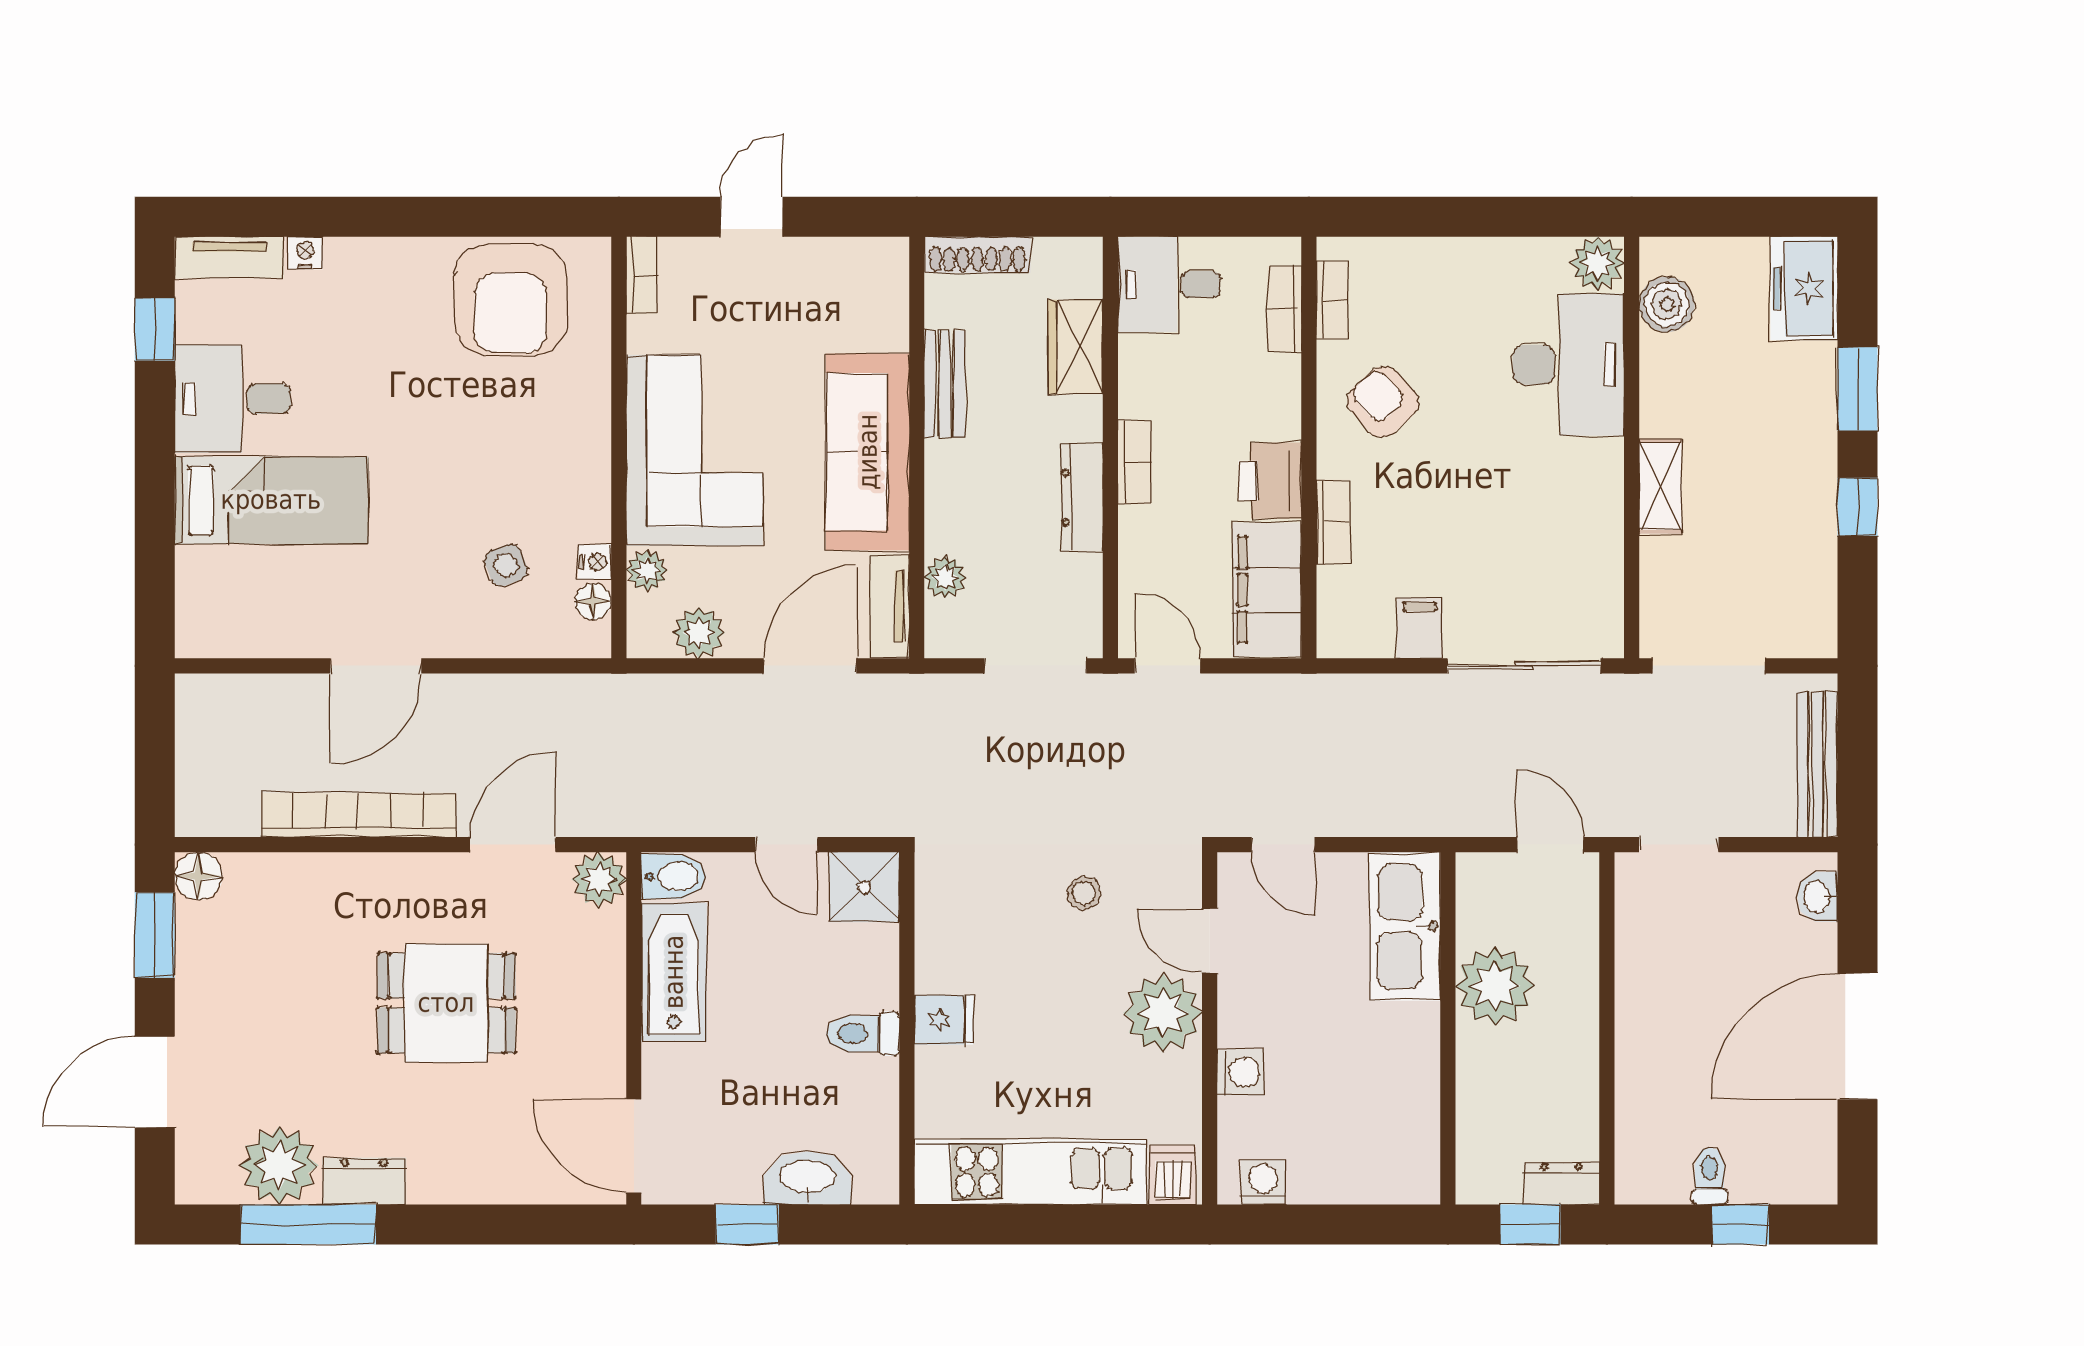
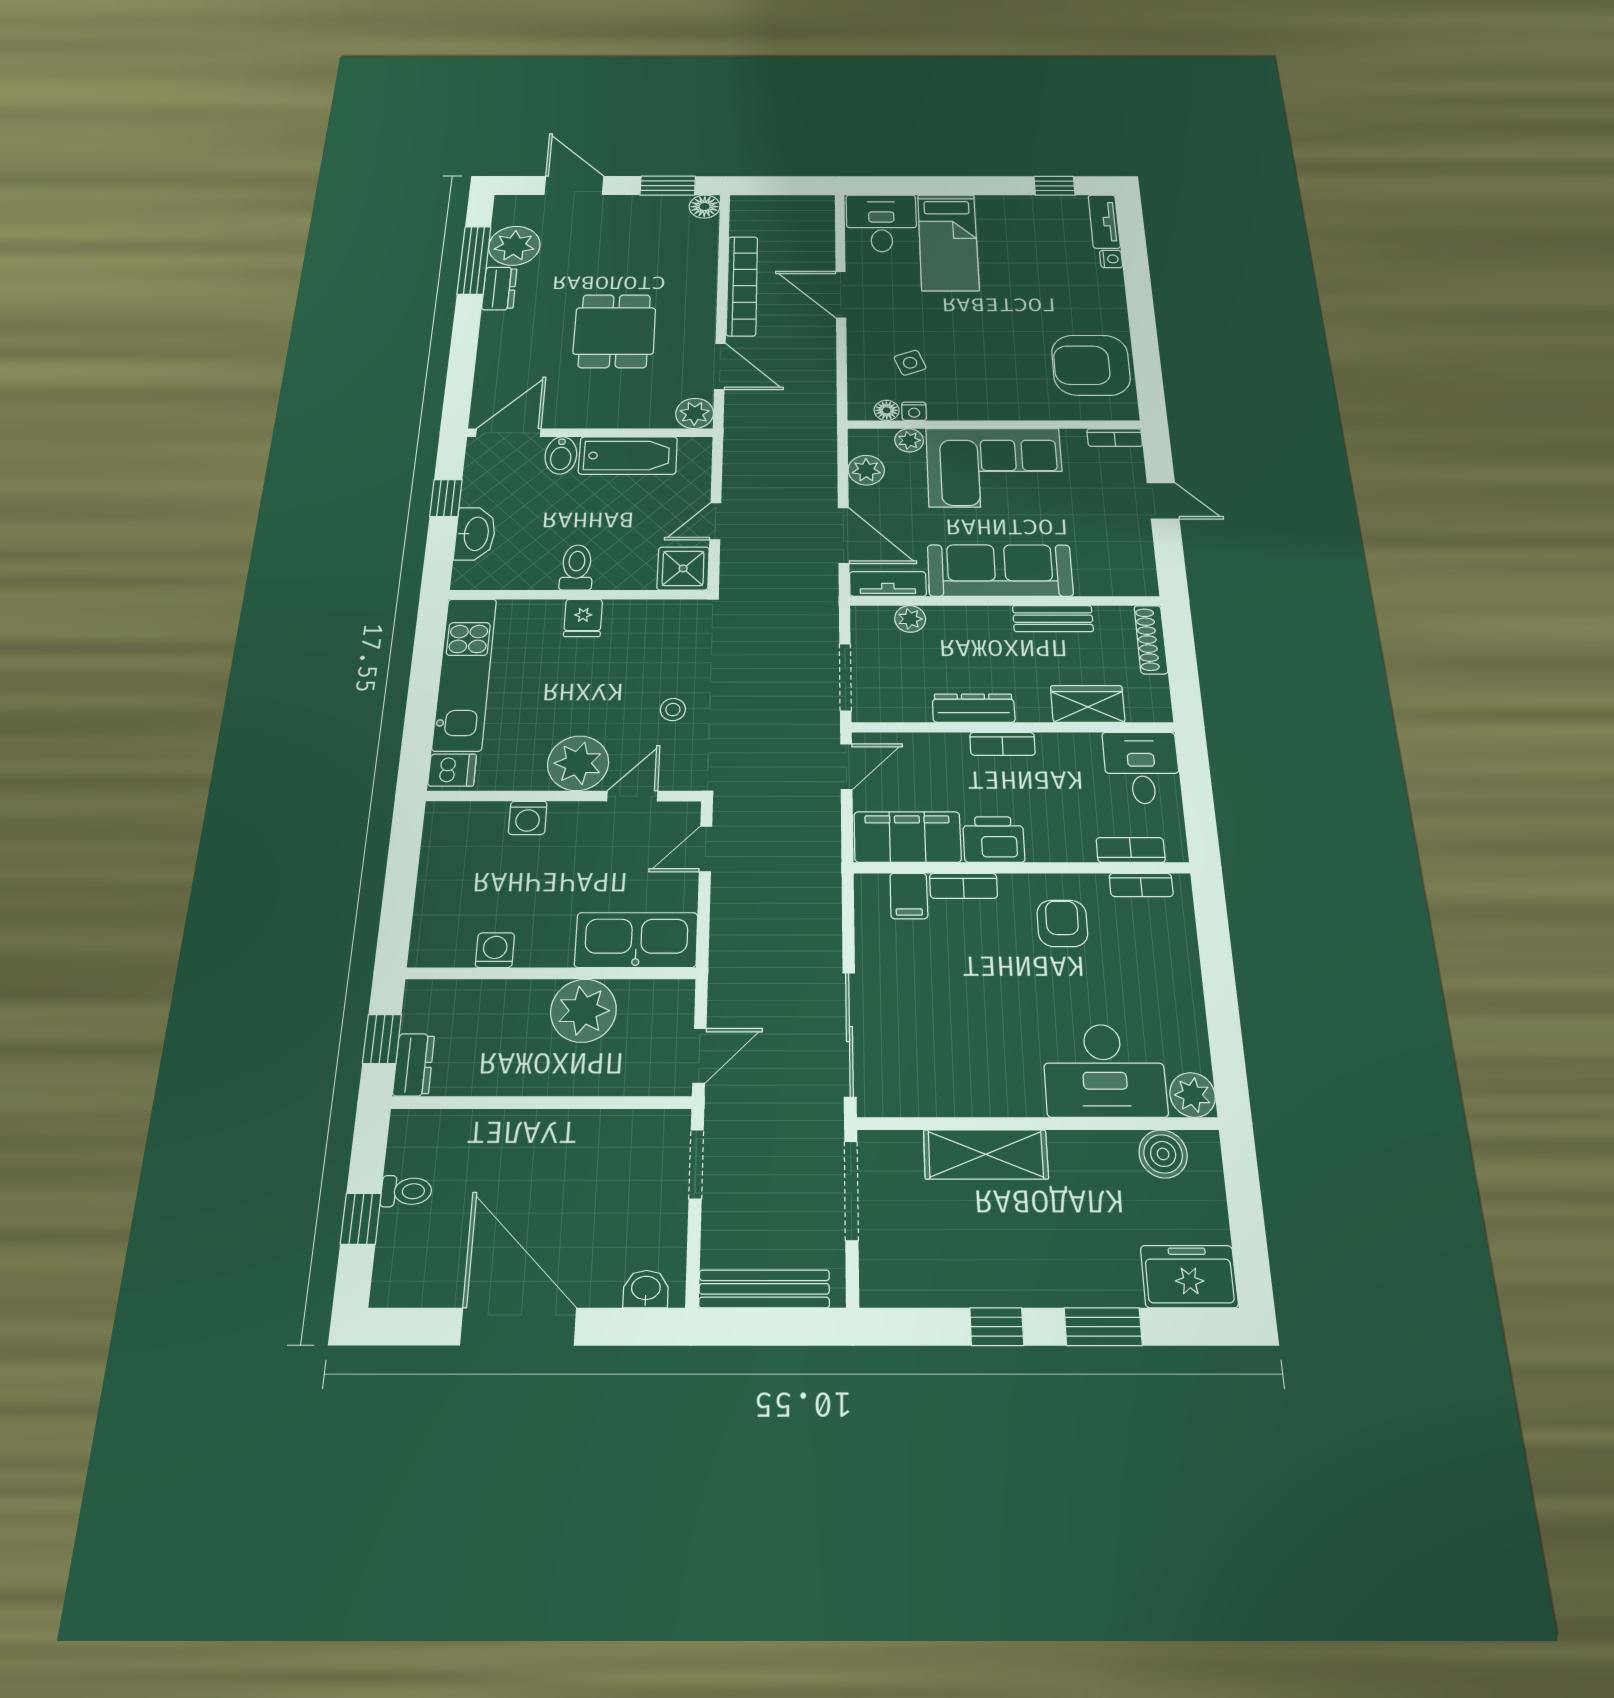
desk: (233, 399) -> (881, 223), moved
armchair: (1383, 402) -> (1062, 923), turned -48
shelving: (1660, 486) -> (986, 1154), width x1.50, depth x1.33
filing cabinet: (1420, 628) -> (909, 896), moved, turned 90
bidet: (674, 876) -> (561, 455), moved
washing machine: (1263, 1182) -> (495, 950), moved, turned -90

